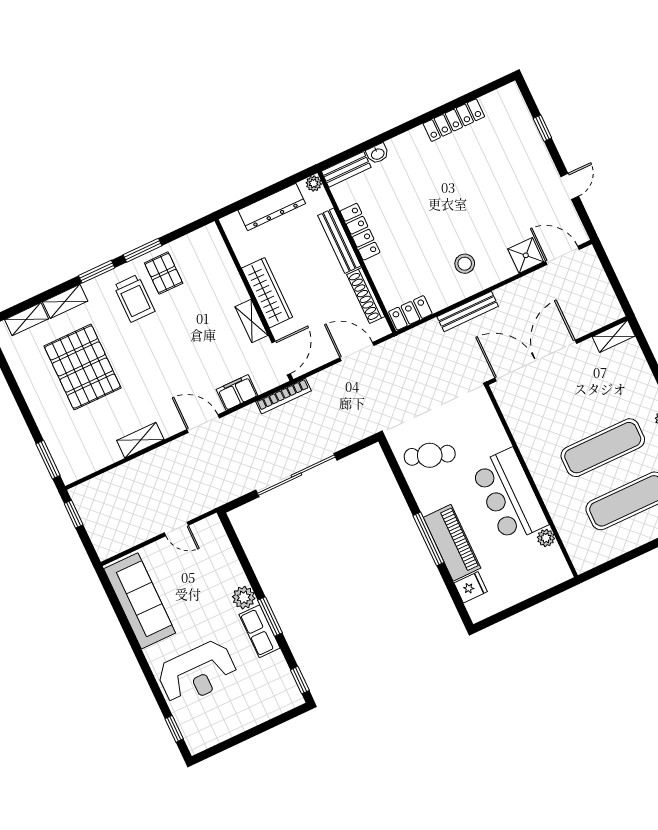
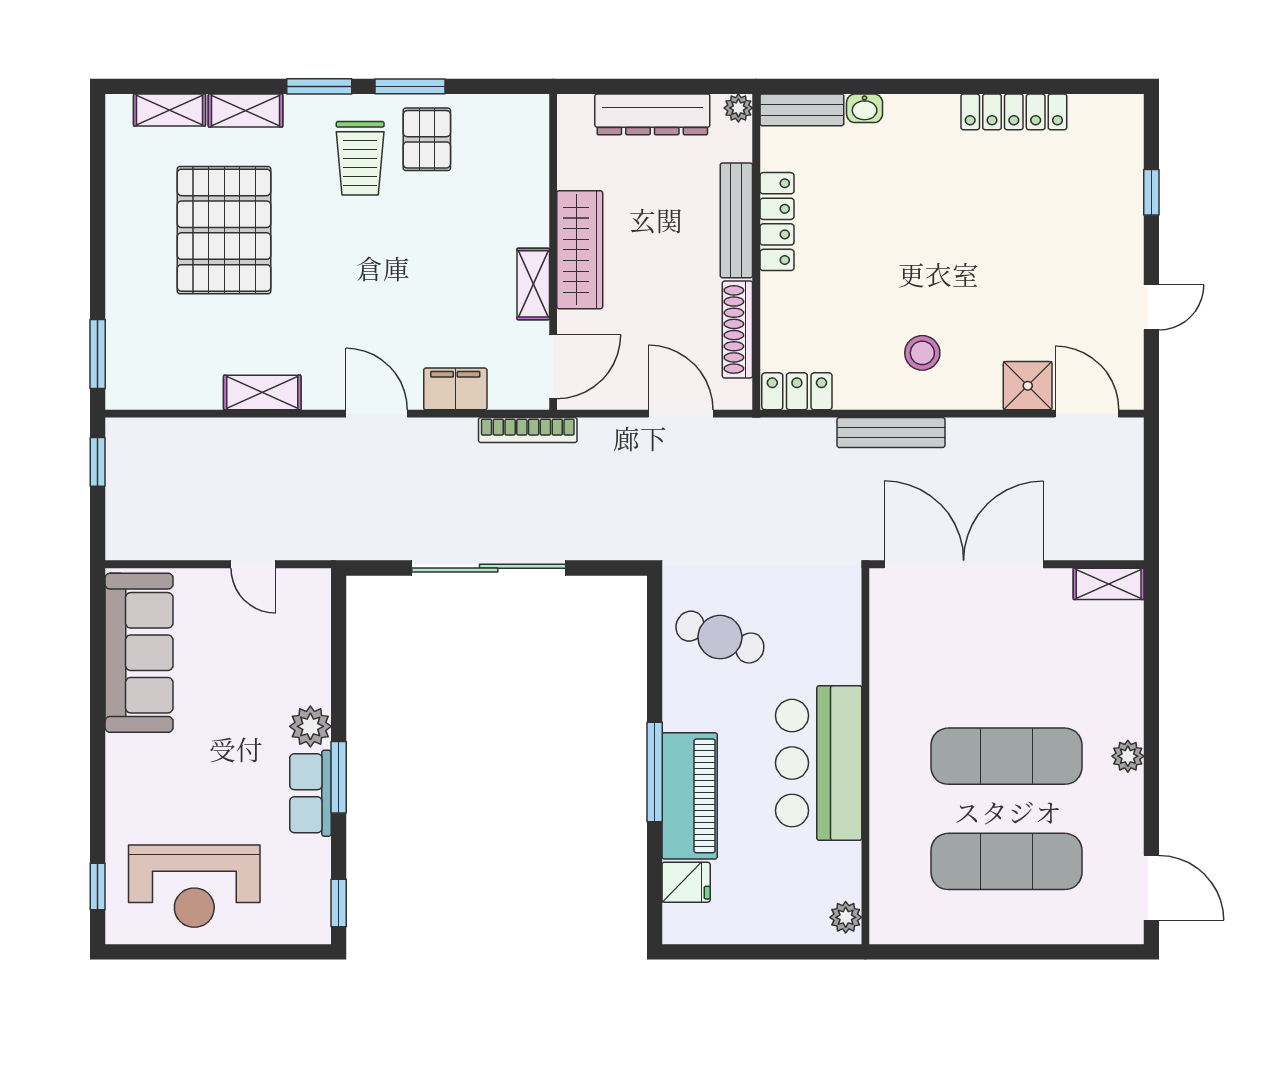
plant: (546, 538) -> (846, 917), moved
reception desk: (197, 673) -> (194, 886), moved

